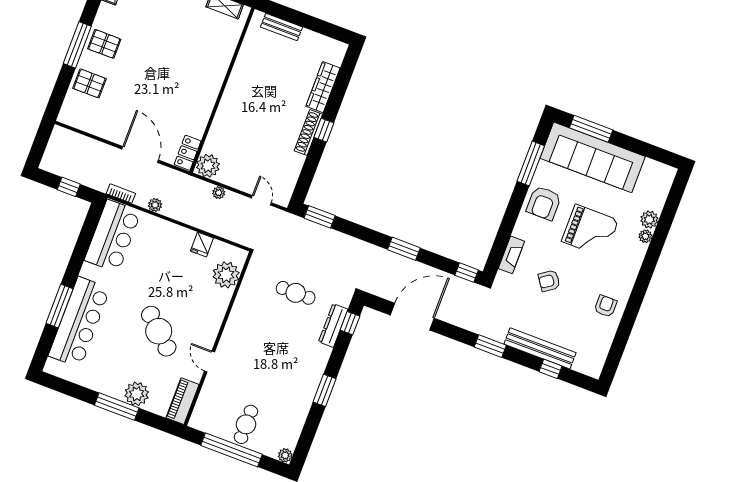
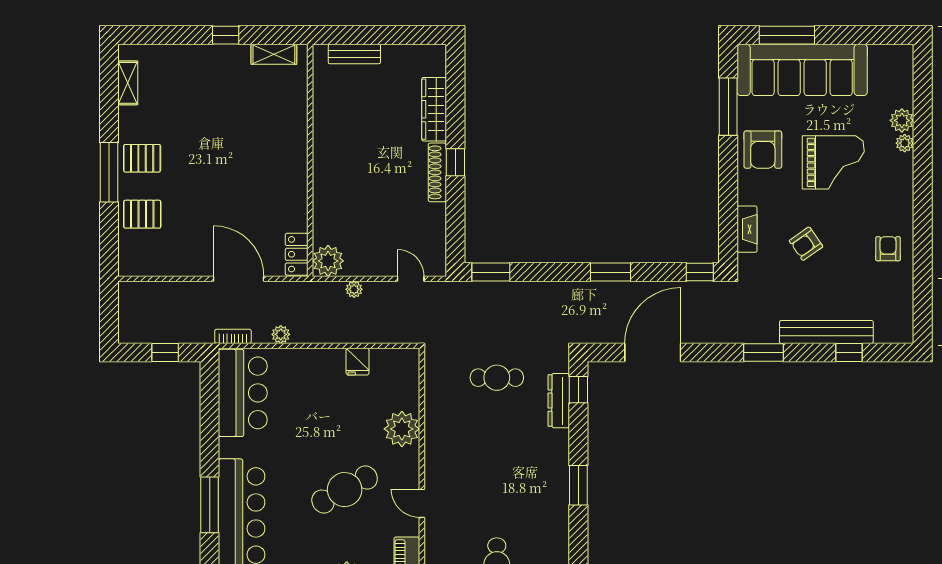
plant: (226, 275) -> (402, 429), moved
cafe table: (159, 331) -> (345, 490), turned -72

